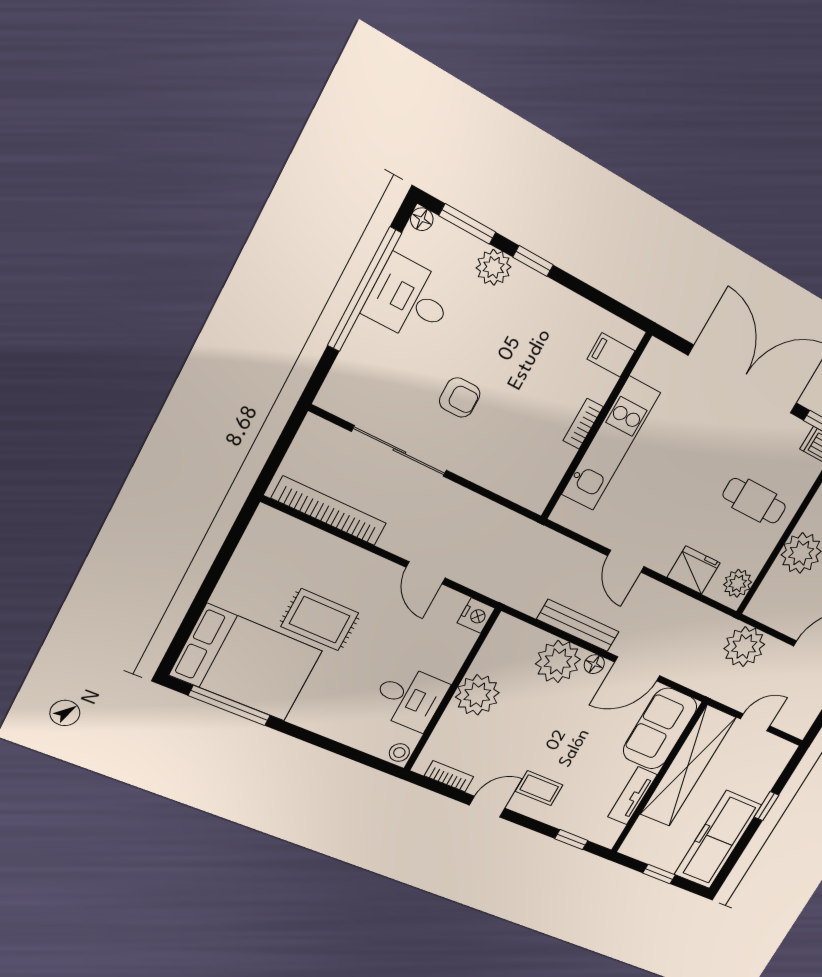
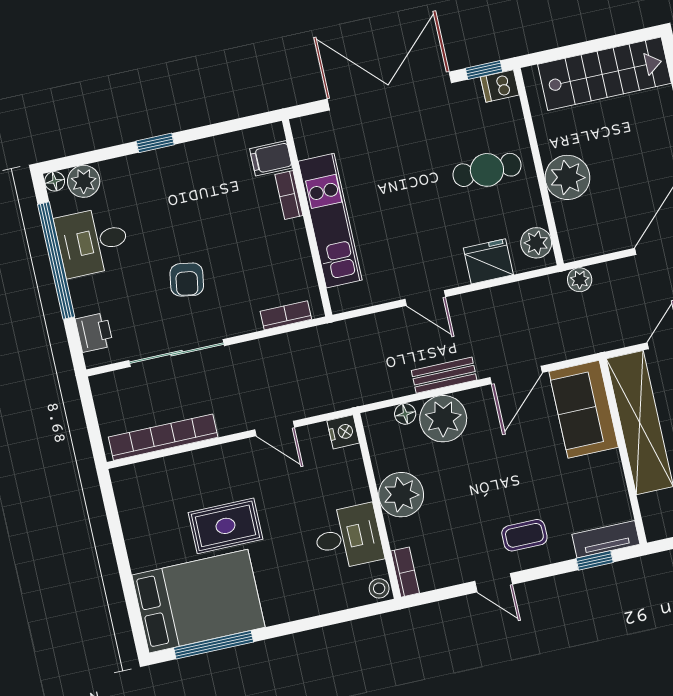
window: (467, 224) -> (88, 158), removed
plant: (494, 267) -> (84, 181), moved
printer: (345, 378) -> (94, 332), added
armchair: (460, 397) -> (187, 280), turned 99
bookcase: (583, 424) -> (289, 195), moved
bookcase: (512, 491) -> (286, 315), added
bench: (578, 625) -> (444, 375), width x0.73
plant: (744, 647) -> (580, 280), width x0.53, depth x0.53
floor lamp: (594, 664) -> (405, 414), moved
bookcase: (449, 776) -> (405, 572), moved, turned 90
tv unit: (632, 796) -> (606, 539), moved, turned 90
door: (487, 807) -> (494, 583), swing flipped

